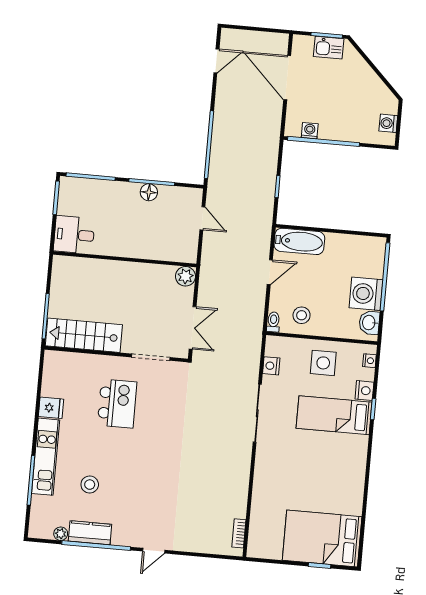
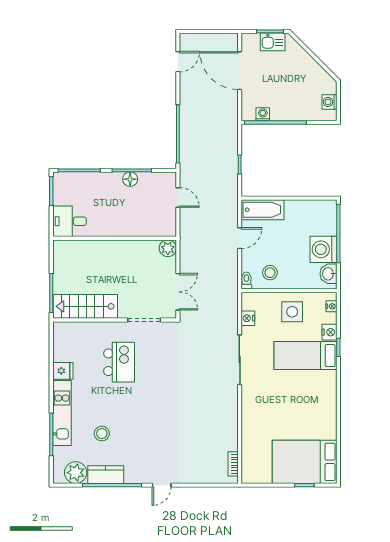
plant: (61, 534) -> (76, 473), width x1.88, depth x1.88

